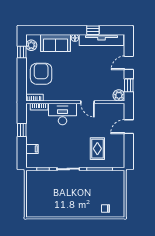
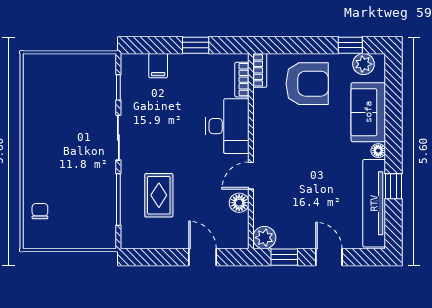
floor lamp: (101, 108) -> (239, 203), added
rug: (97, 149) -> (159, 195), turned 90

